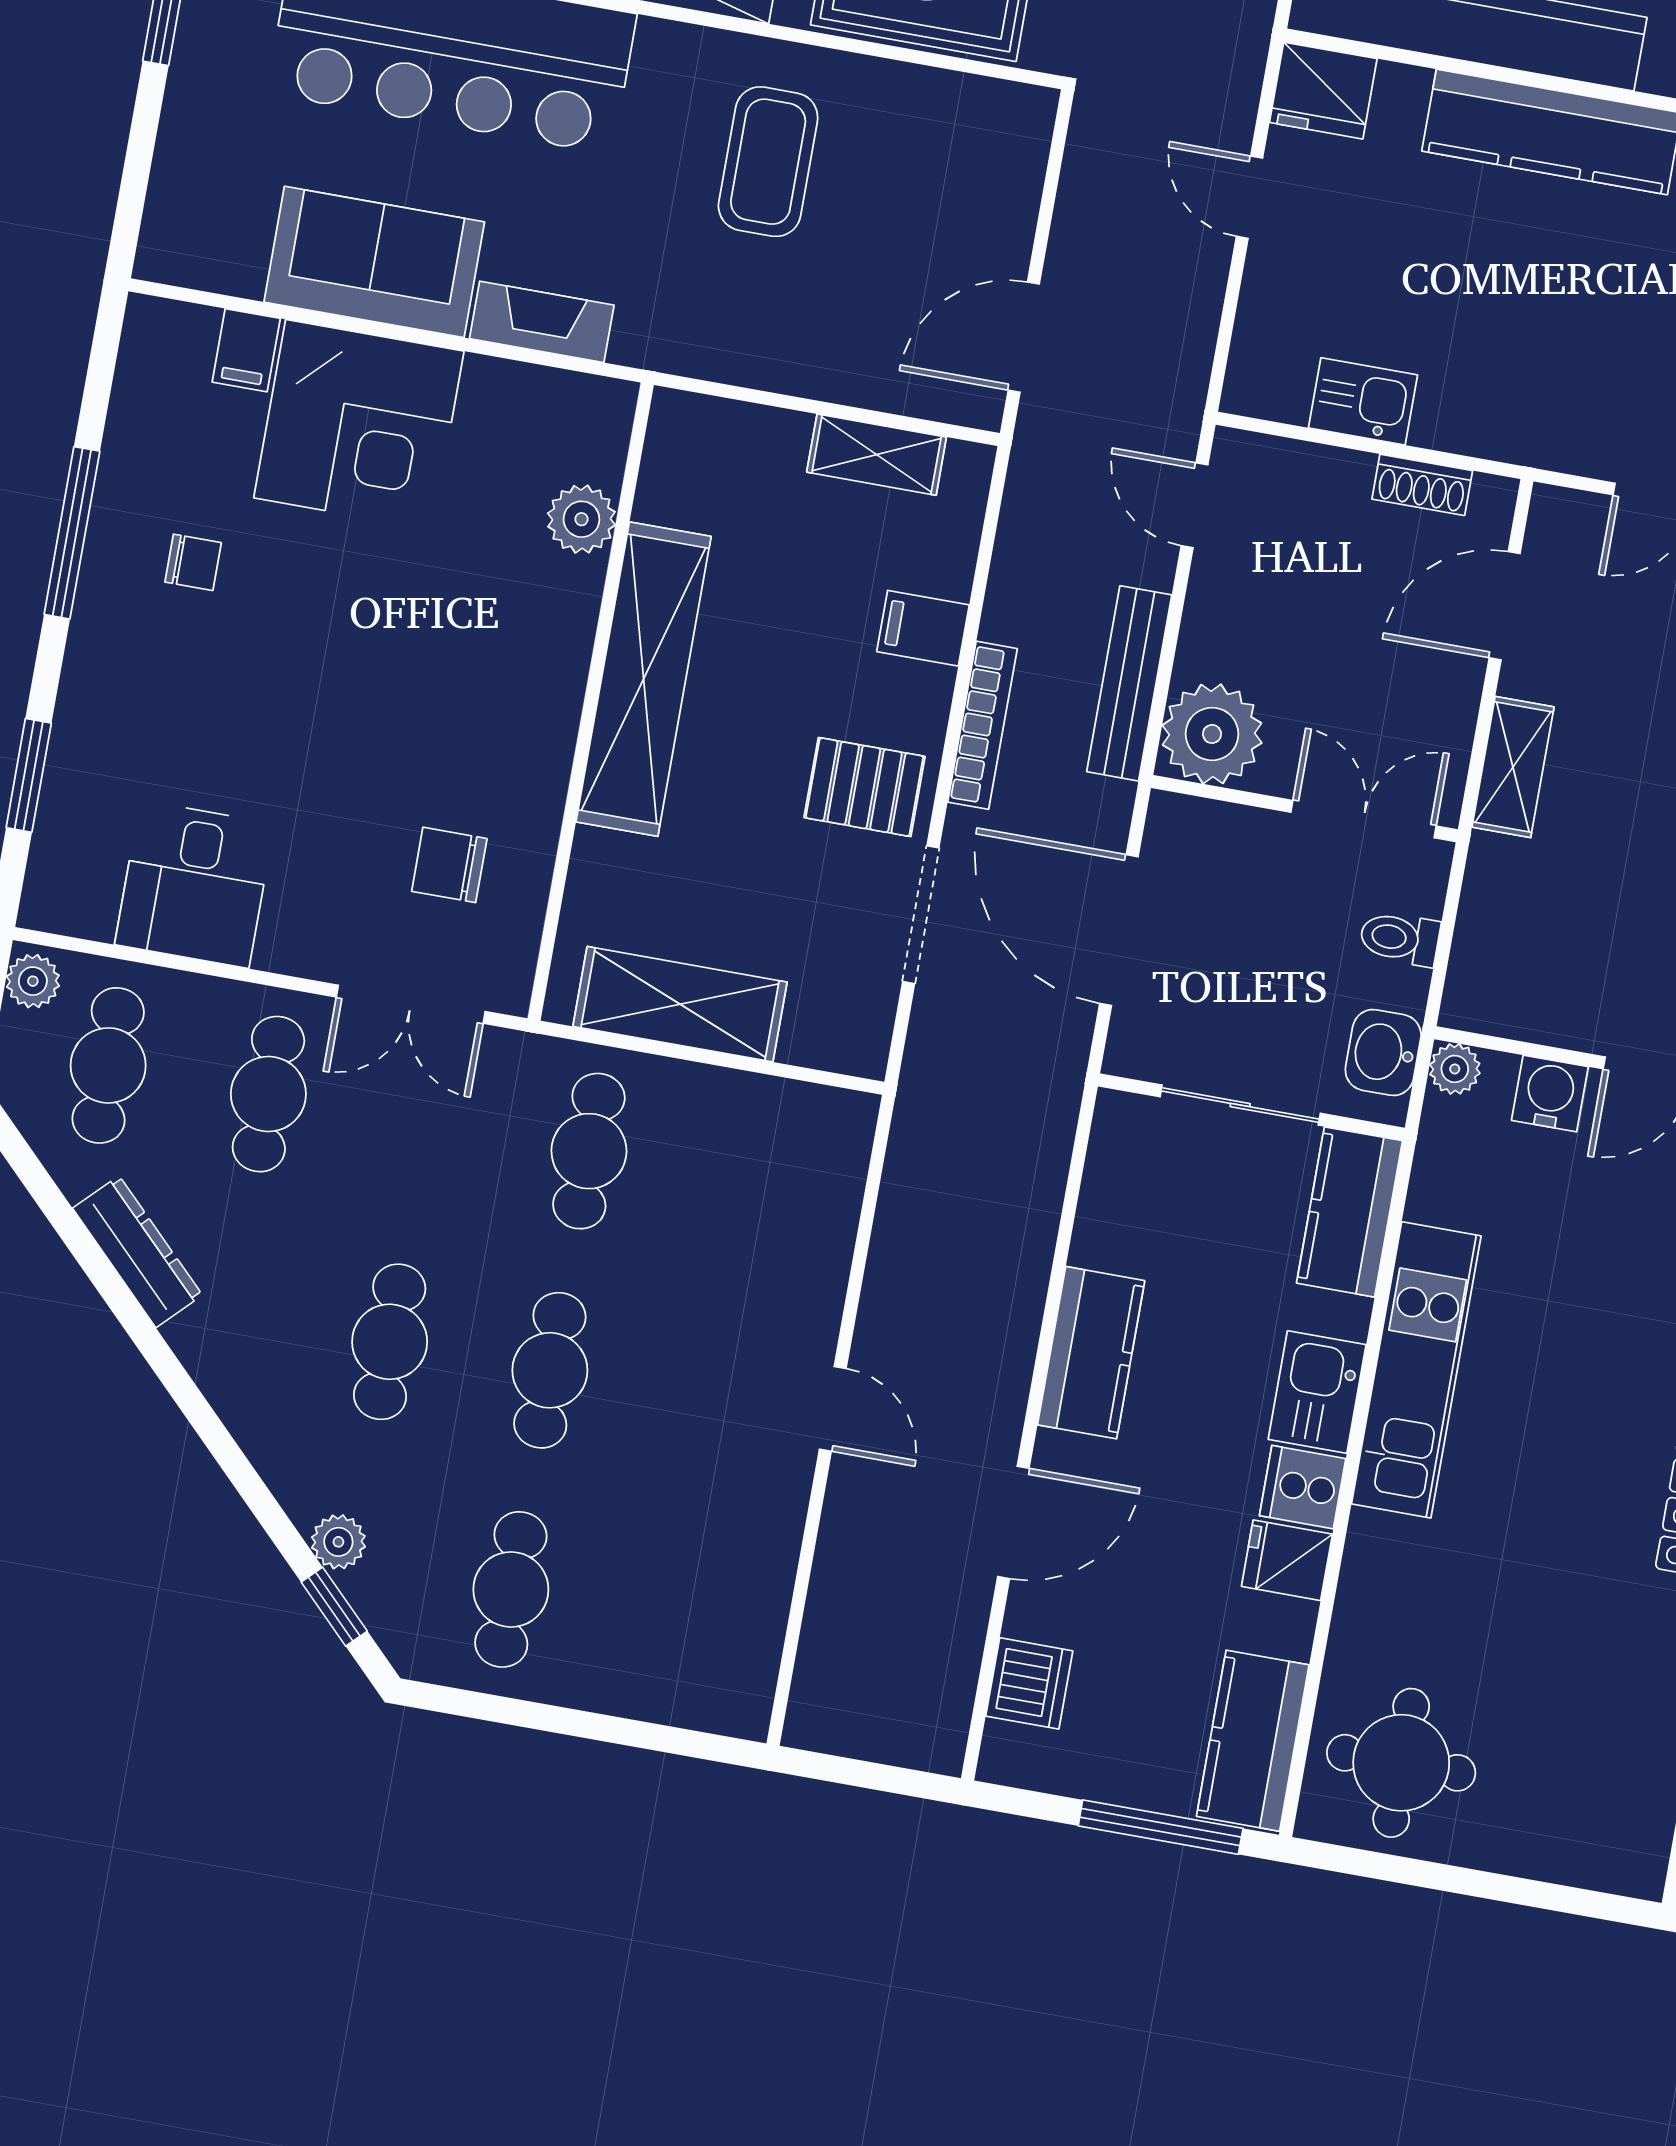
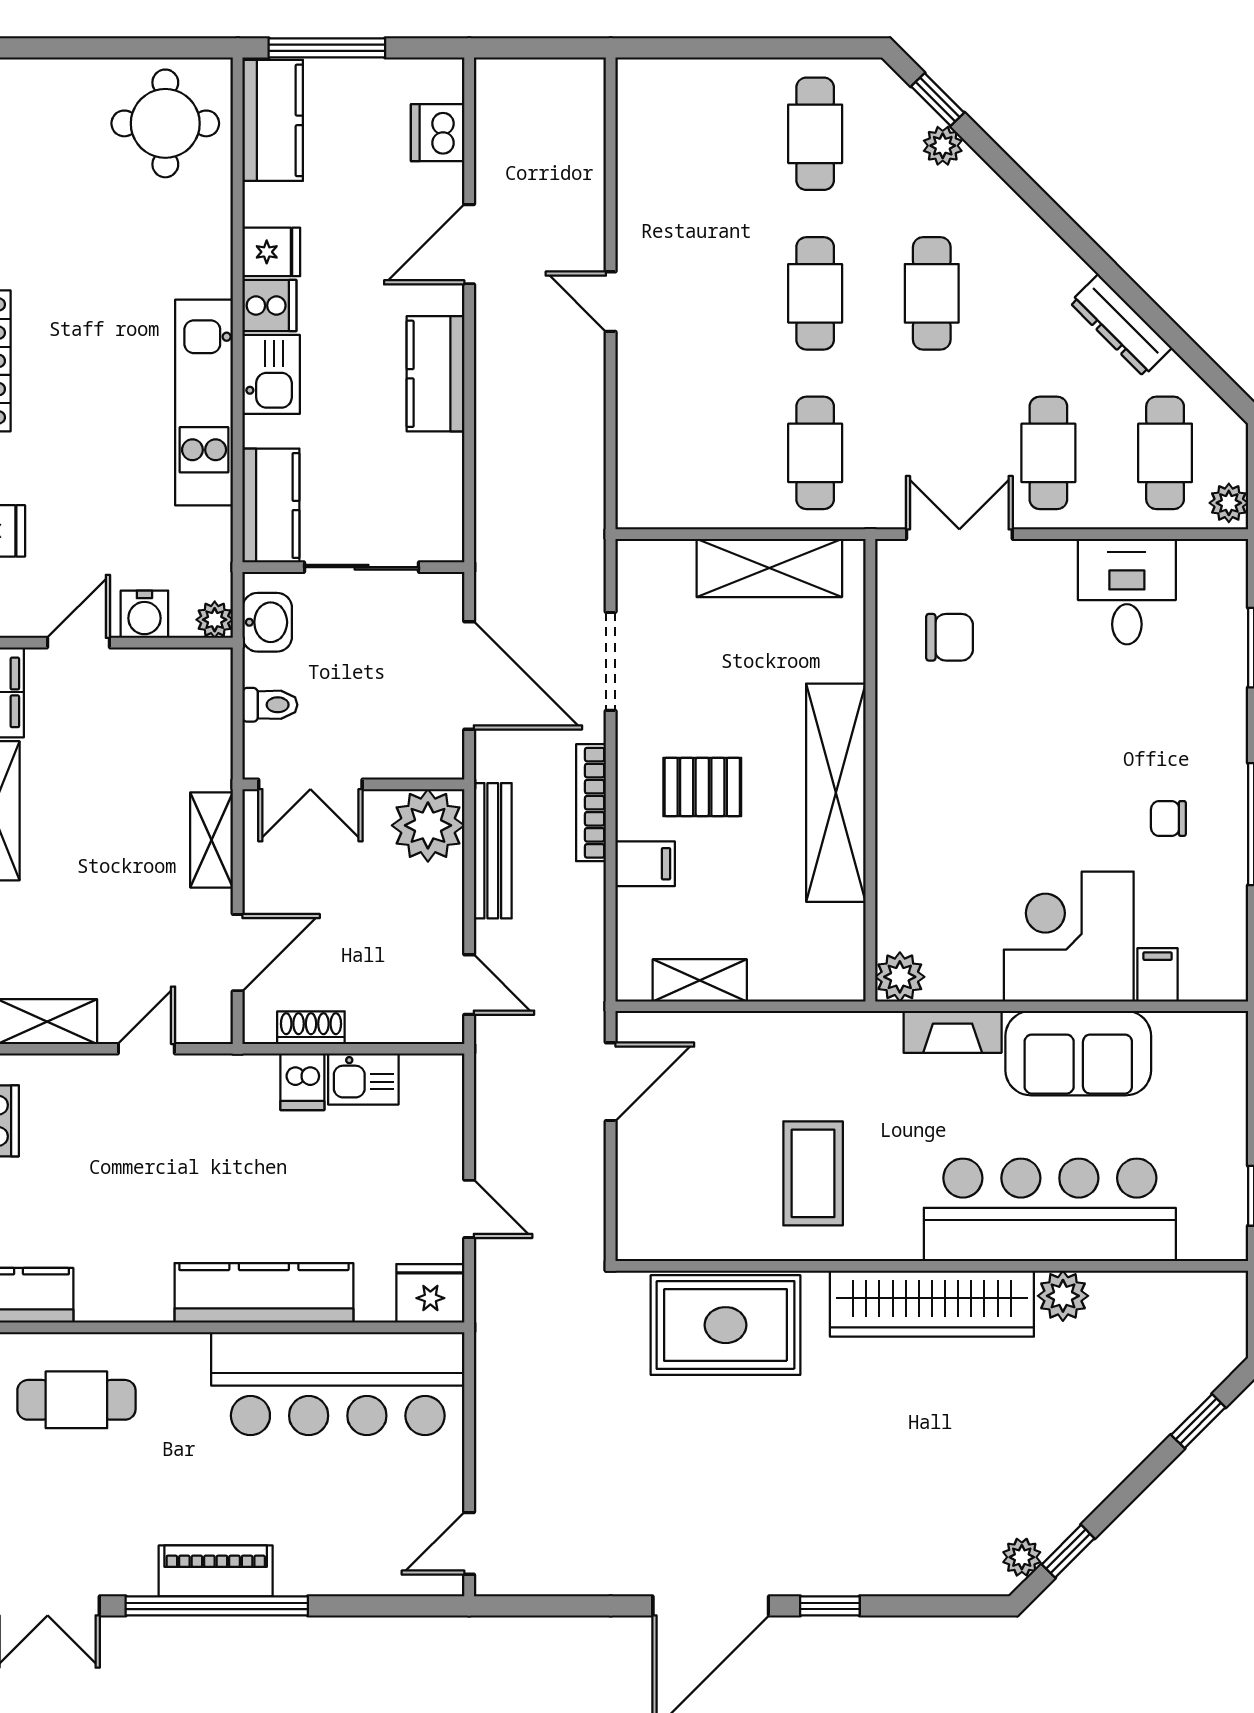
dishwasher: (1447, 413) -> (302, 1082), added
plant: (581, 519) -> (900, 977), moved
pallet: (865, 787) -> (702, 787), moved

